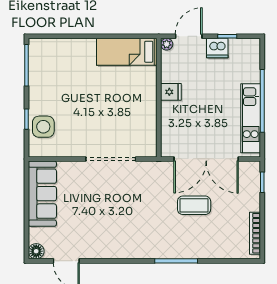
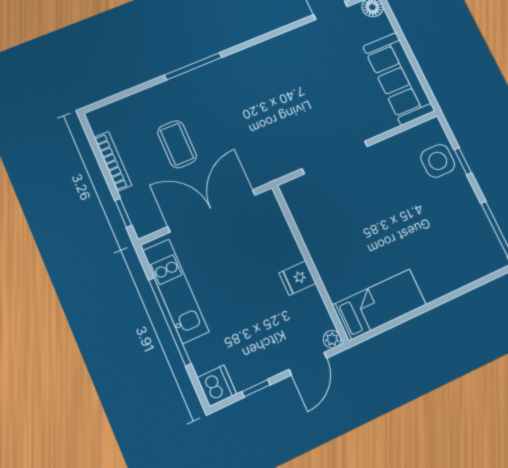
dishwasher: (217, 48) -> (217, 386), moved, turned 90
coffee table: (194, 205) -> (177, 144), moved, turned 90
bookcase: (255, 233) -> (113, 161), moved

